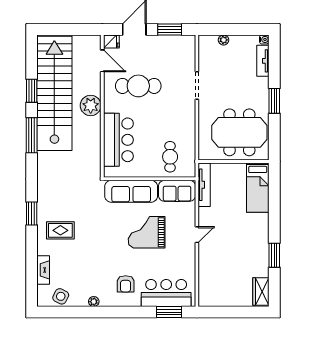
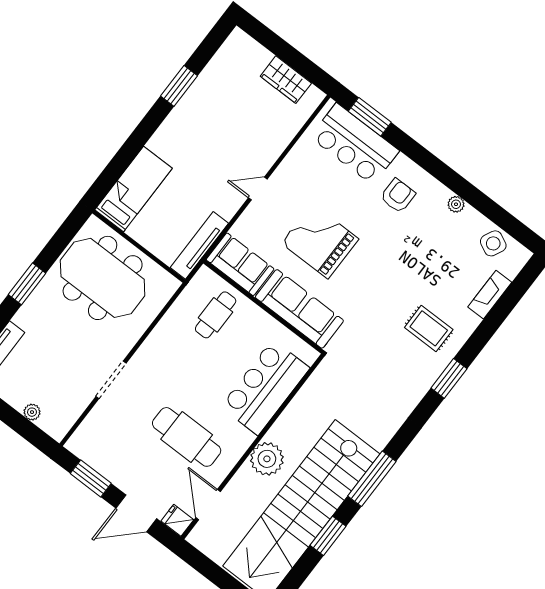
grand piano: (147, 232) -> (320, 241), turned 180
wardrobe: (261, 292) -> (286, 80), moved, turned 90

